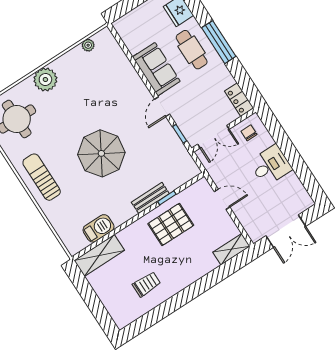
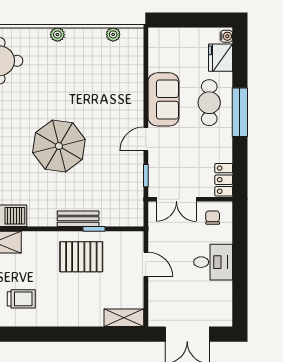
plant: (45, 79) -> (57, 35), width x0.53, depth x0.53

